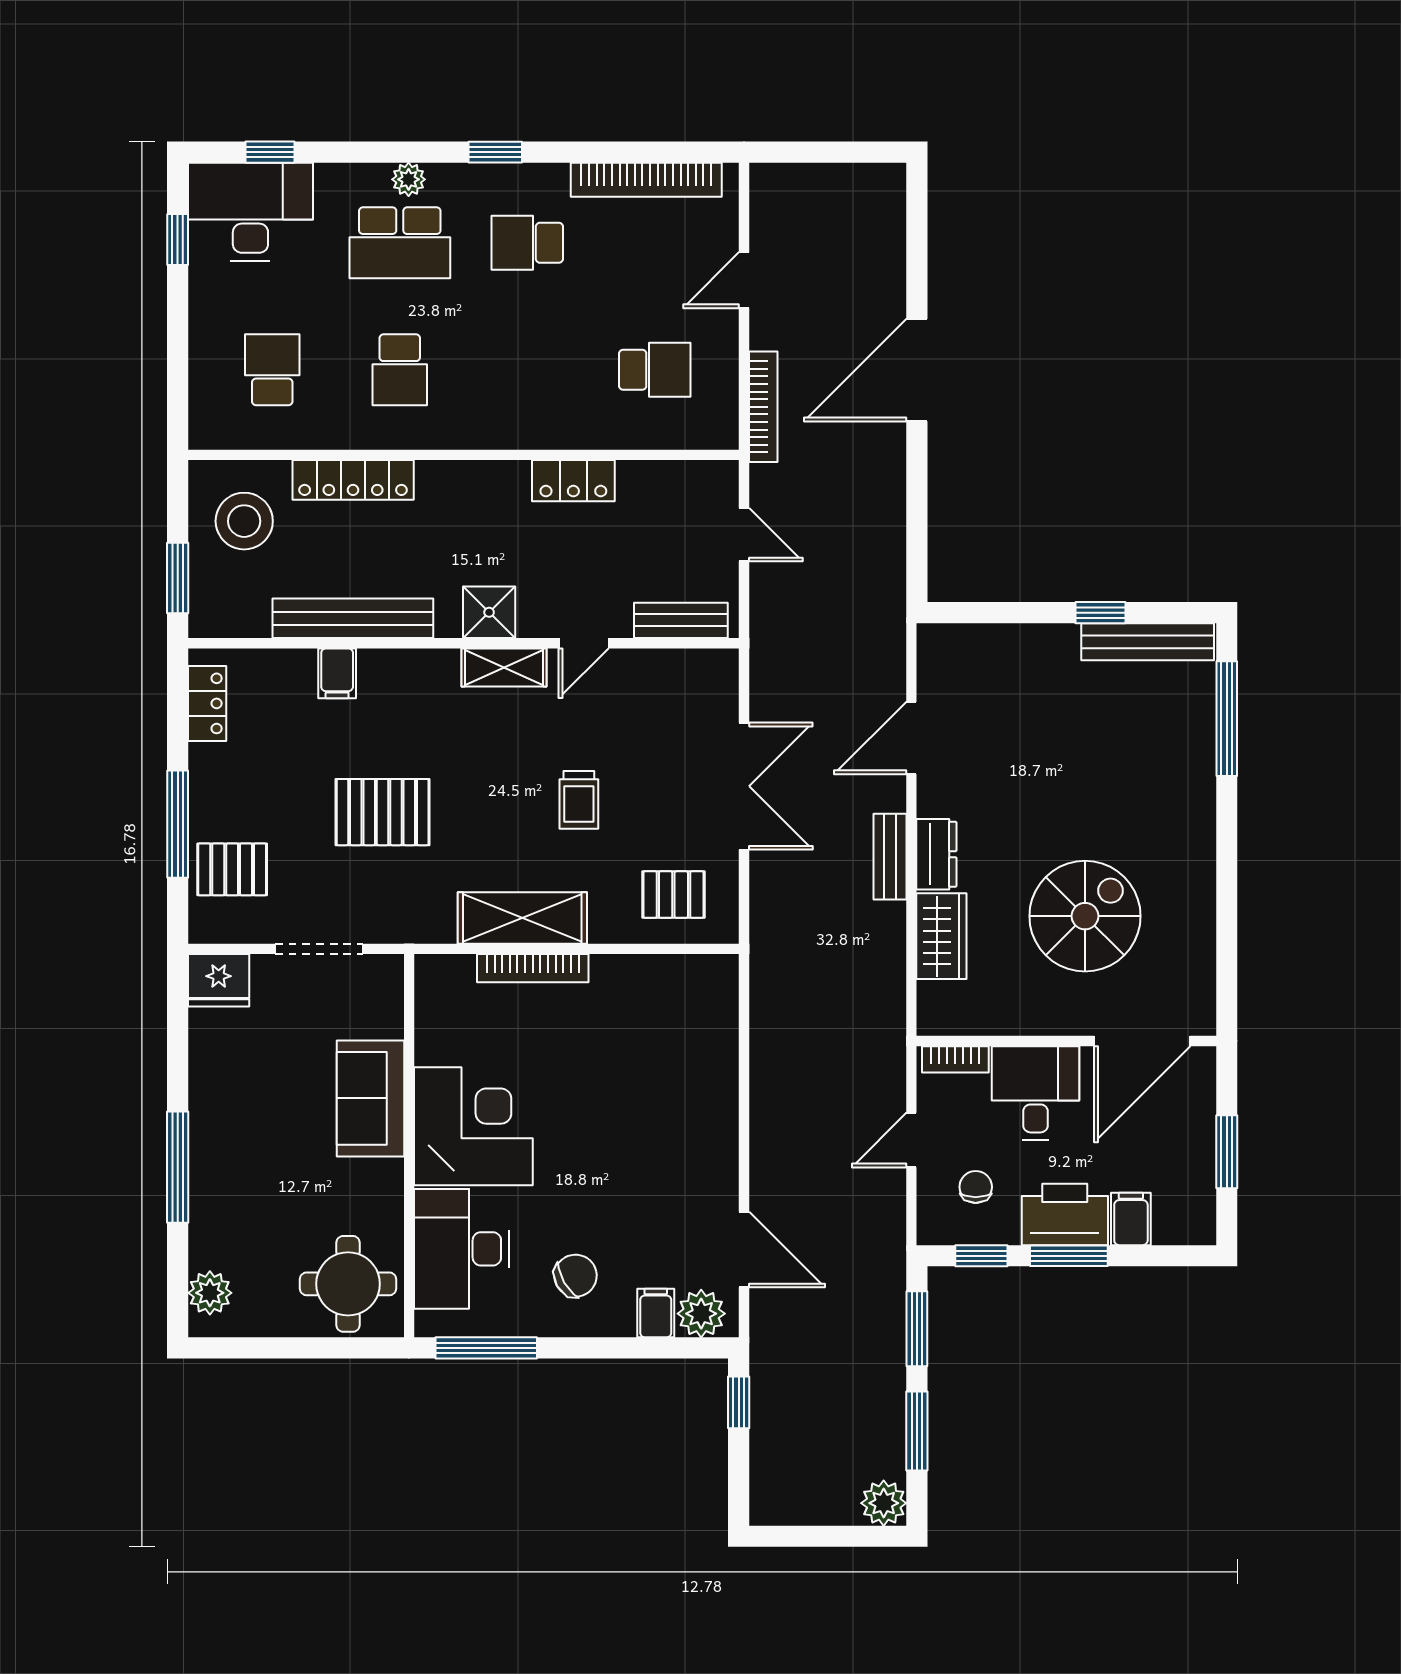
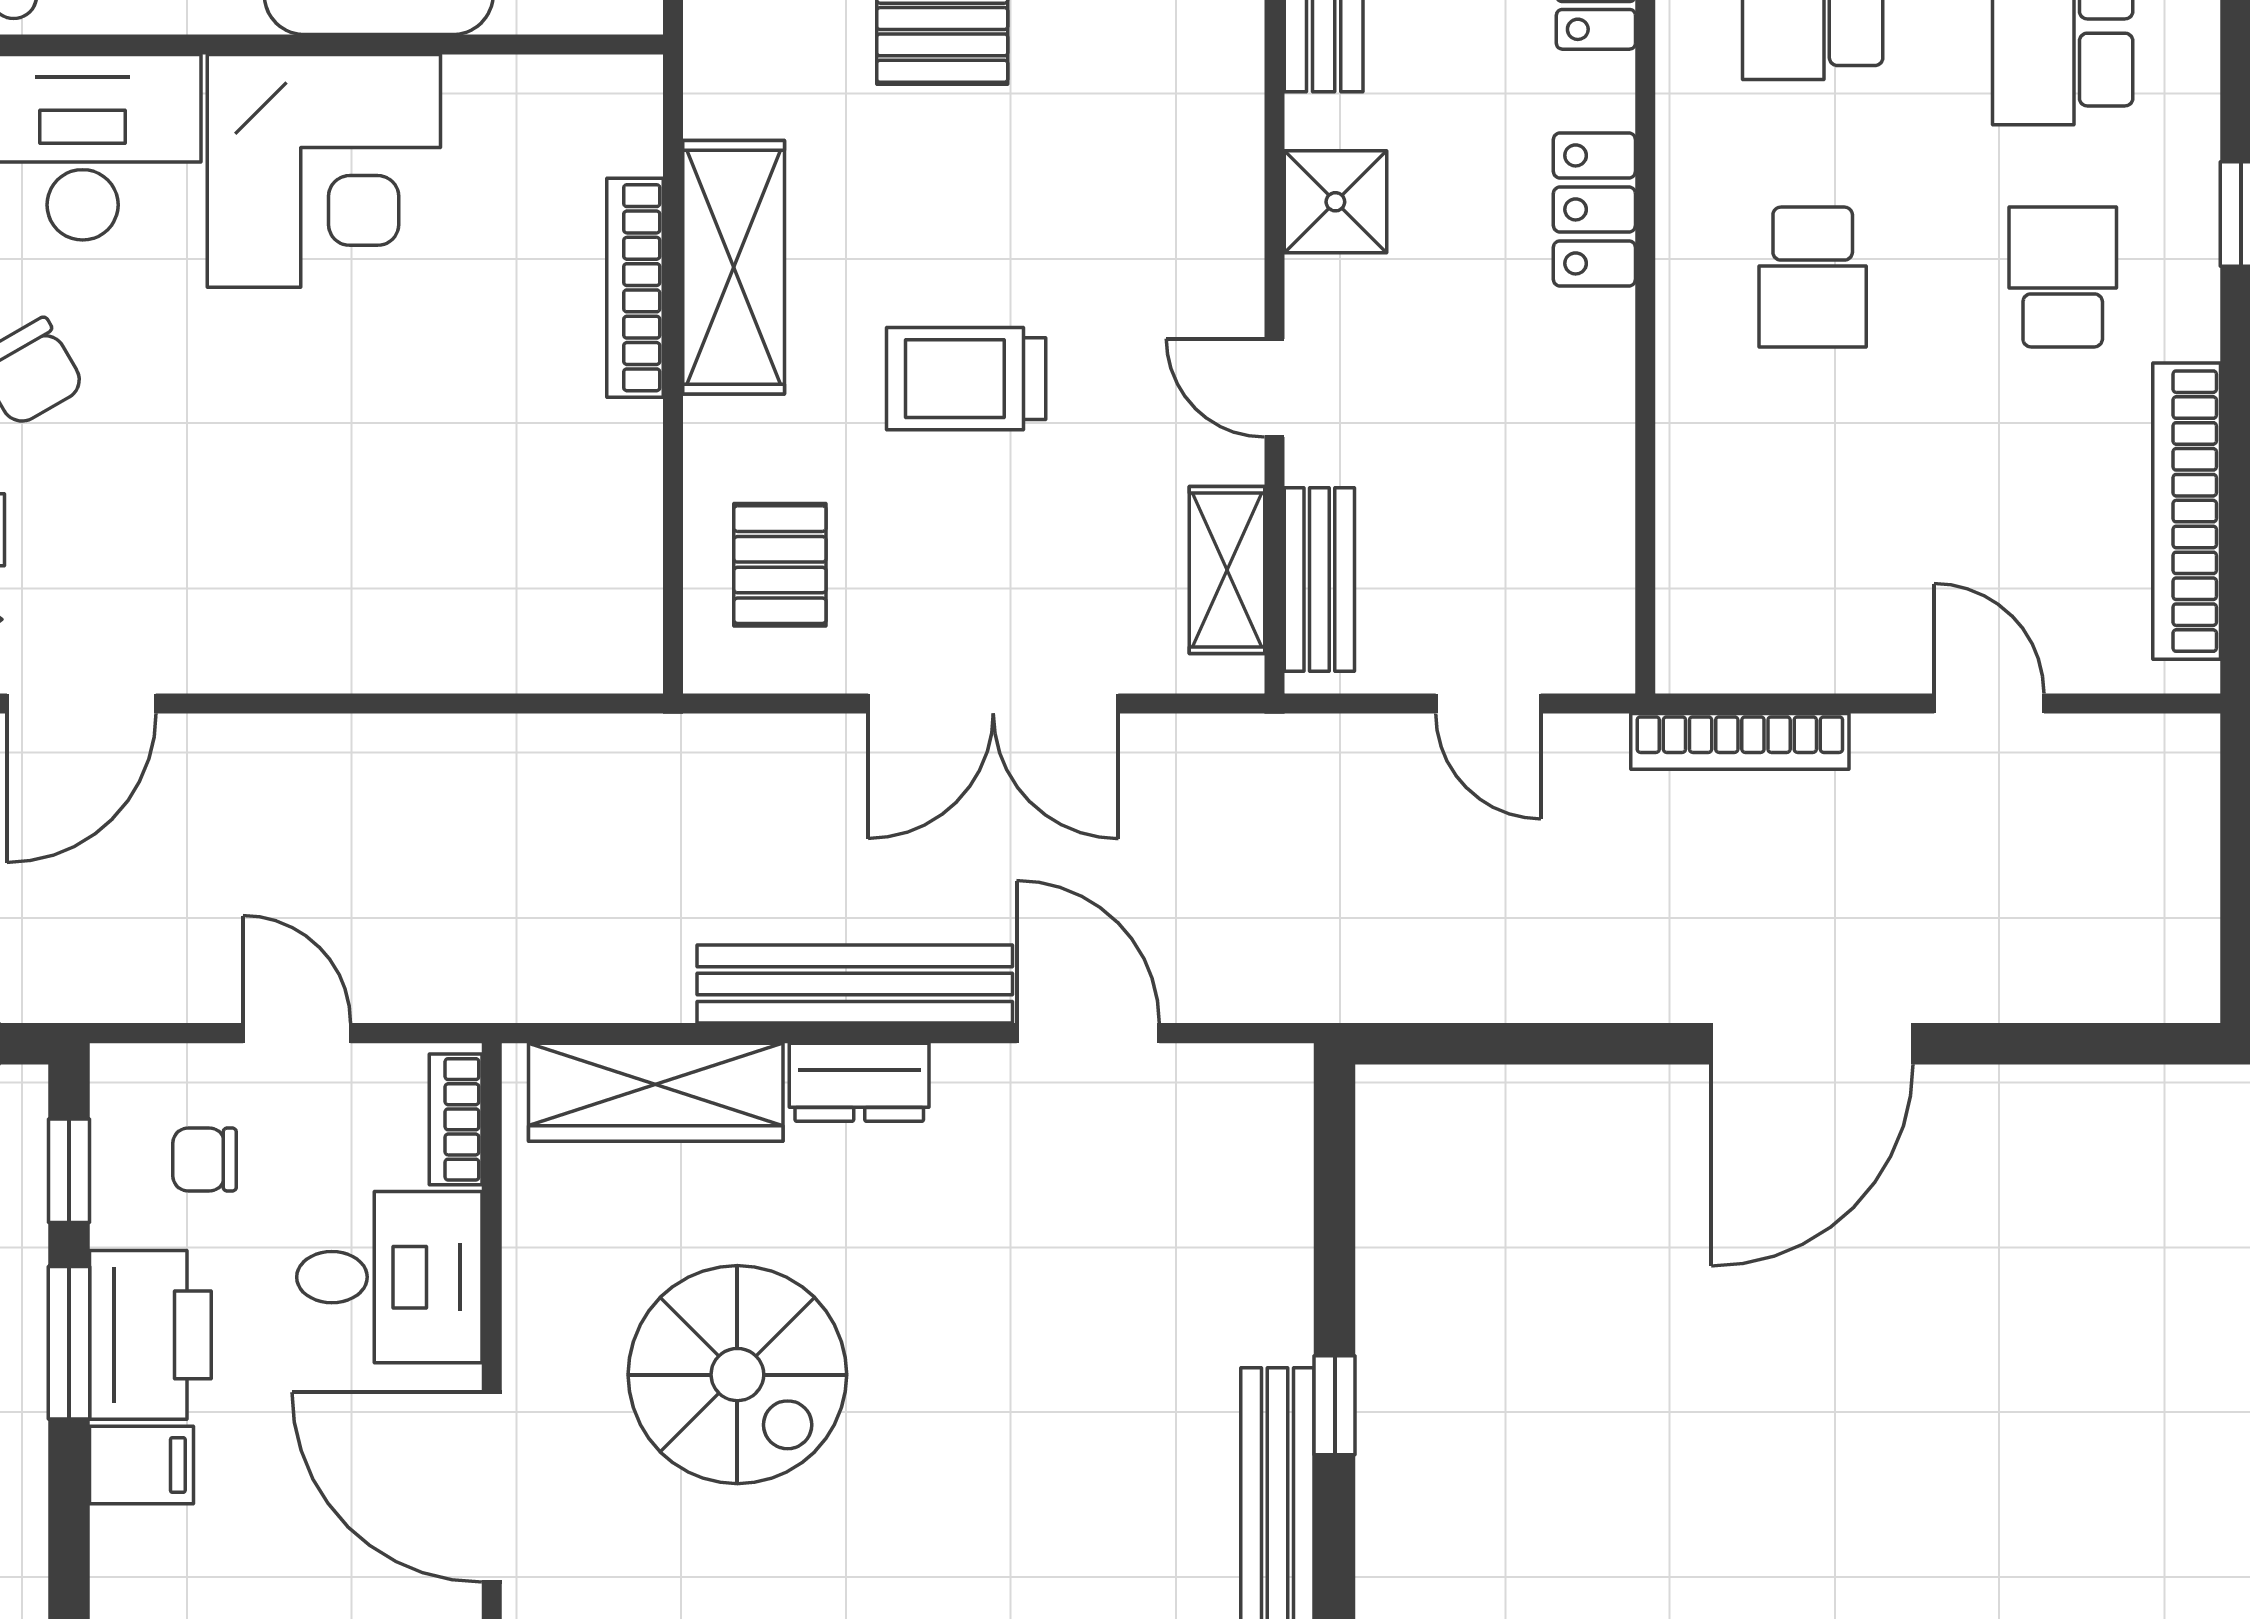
plant: (409, 179) -> (2187, 43), removed
school desk: (655, 370) -> (1813, 277), moved
door: (917, 370) -> (1812, 1044), swing flipped
locker: (573, 481) -> (1594, 209), moved
door: (744, 535) -> (1488, 704), hinge flipped
shelving: (504, 667) -> (1227, 570), moved
trolley: (579, 800) -> (966, 379), width x1.36, depth x1.39
bench: (890, 857) -> (855, 984), width x1.86, depth x1.21
wardrobe: (941, 936) -> (656, 1092), width x1.50
chair: (976, 1187) -> (204, 1160), turned 180

